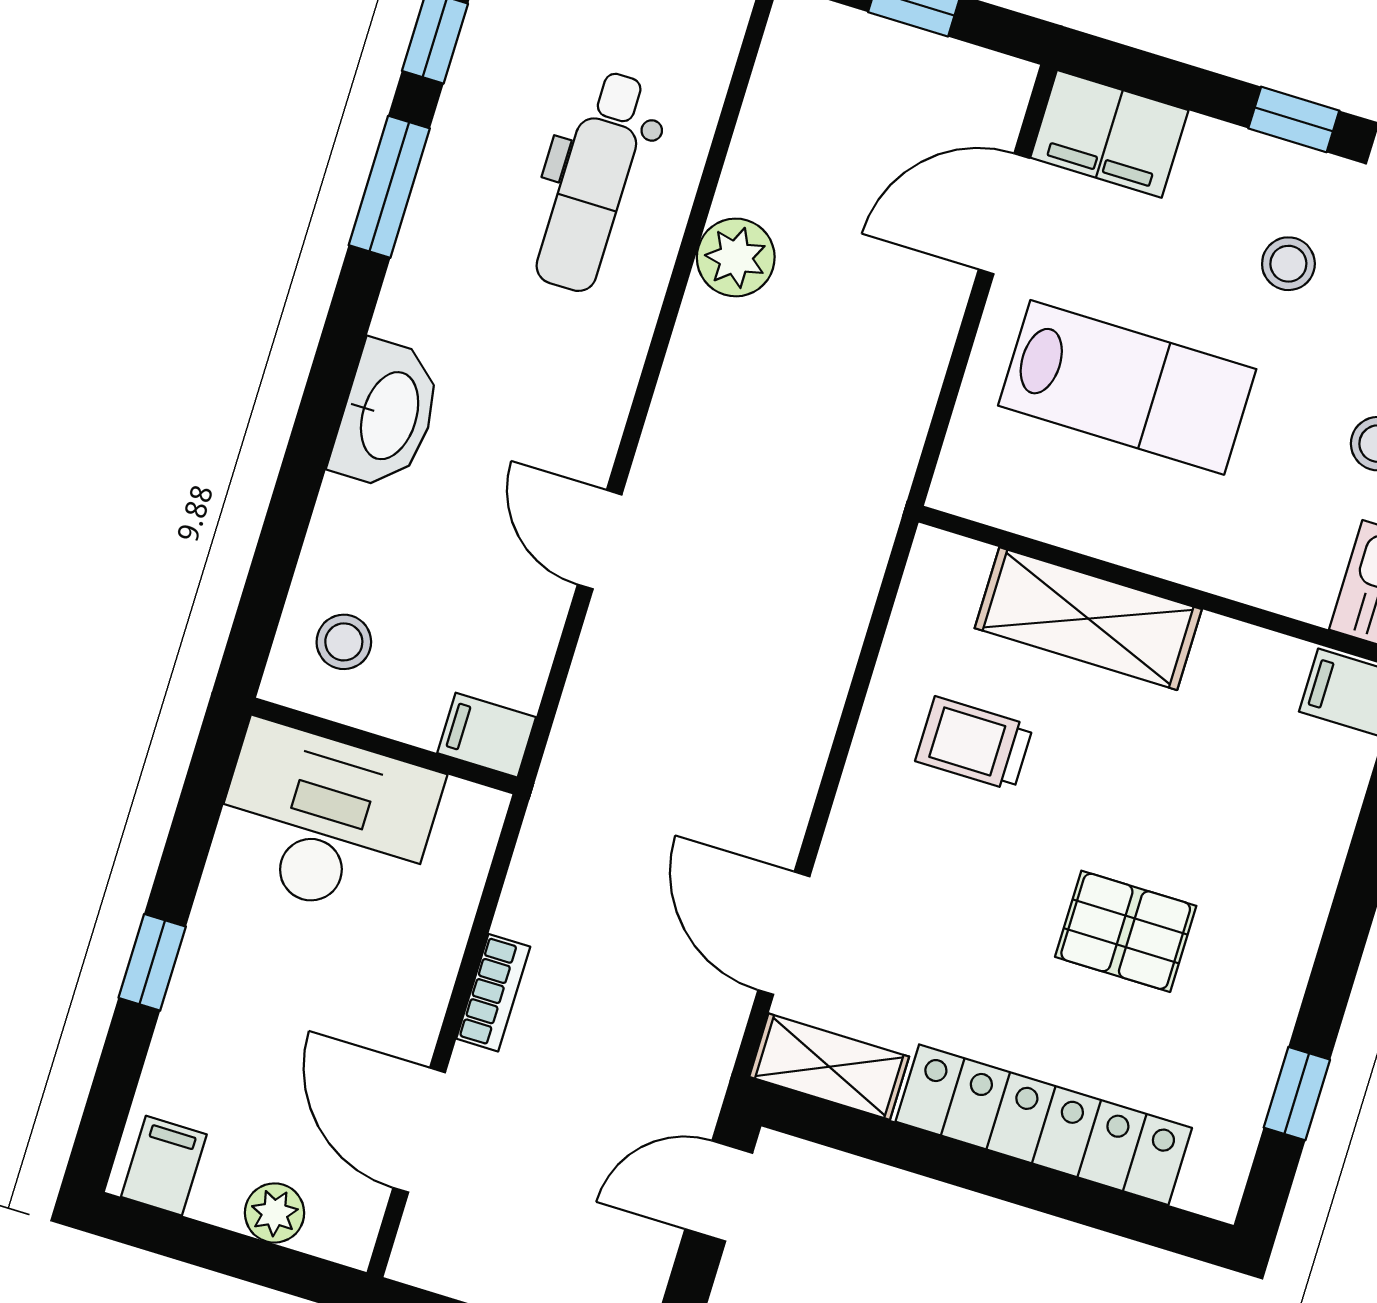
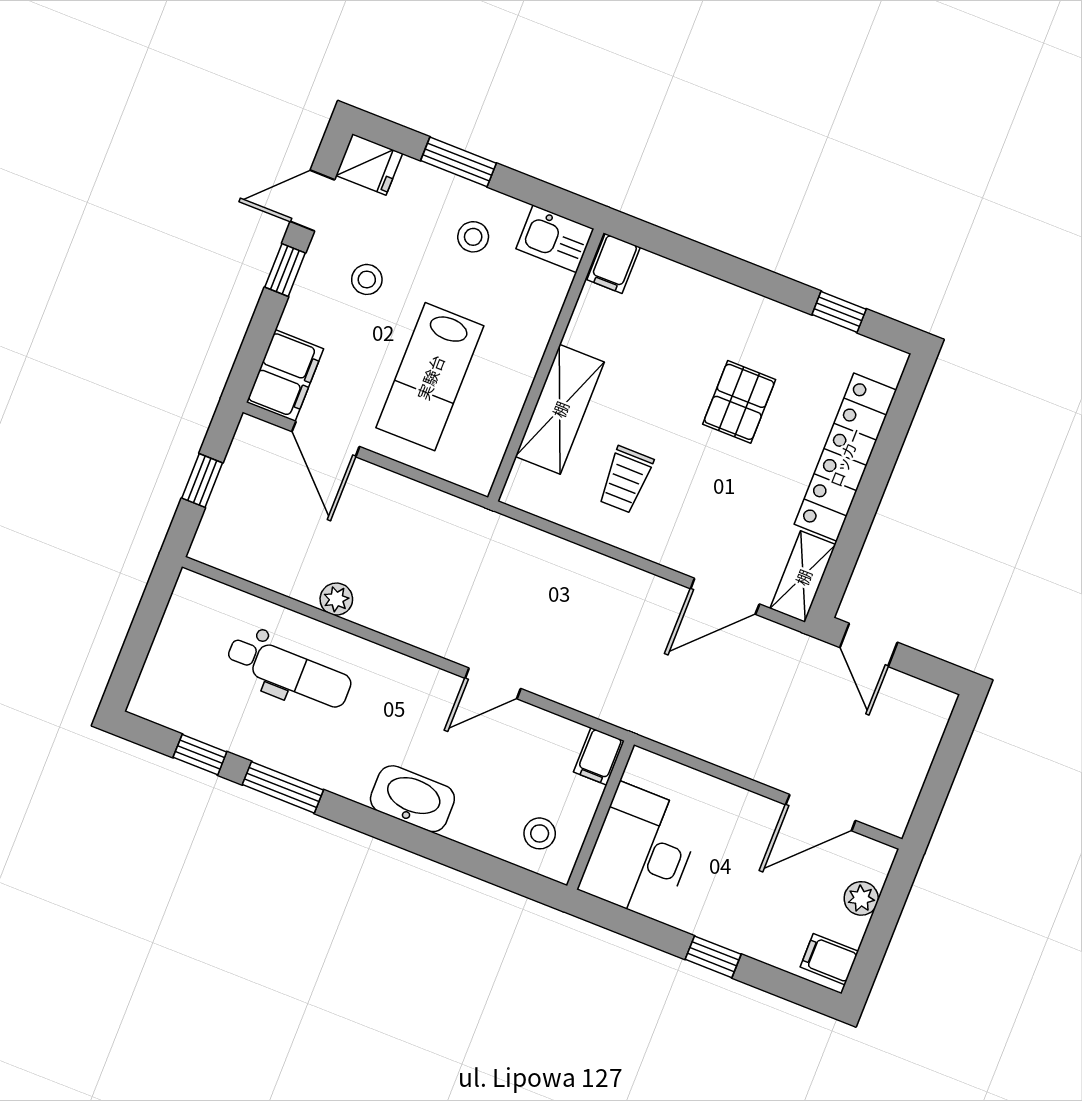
plant: (736, 257) -> (336, 599), width x0.73, depth x0.73
lab bench: (1127, 387) -> (430, 377), turned 180
bookcase: (493, 993) -> (746, 764), removed

